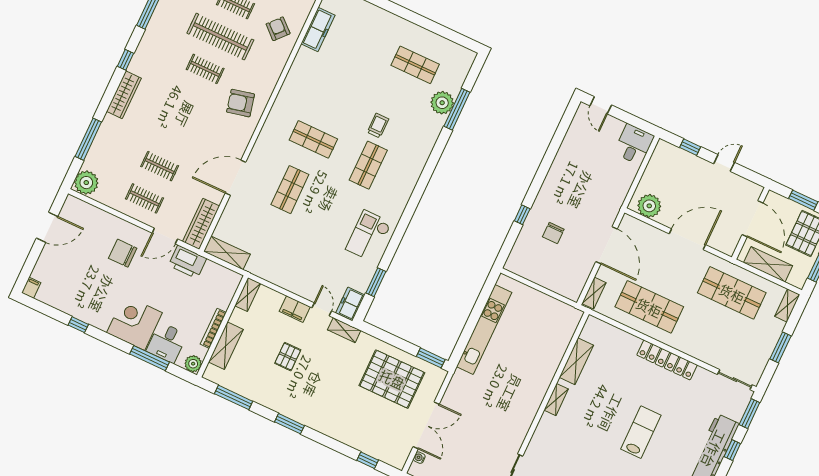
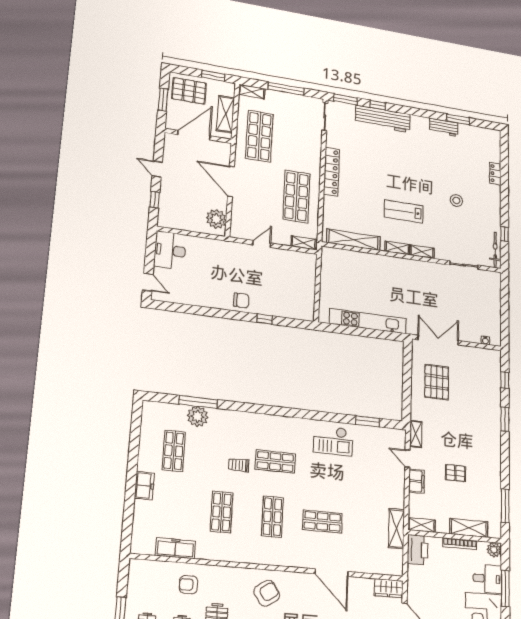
armchair: (278, 29) -> (188, 585), turned 48
shop shelf: (337, 89) -> (222, 512), added
armchair: (241, 103) -> (267, 593), turned -111
door: (601, 105) -> (148, 282), hinge flipped
desk: (634, 144) -> (170, 250), width x1.37
wardrobe: (201, 224) -> (389, 588), width x0.67
chair: (553, 233) -> (241, 300), moved
door: (606, 245) -> (262, 244), width x0.53
shelving: (227, 253) -> (396, 529), moved
printer: (187, 262) -> (418, 550), moved
freezer: (350, 304) -> (144, 486), moved, turned -90
door: (322, 309) -> (407, 459), hinge flipped
window: (780, 347) -> (286, 89), width x1.44
window: (431, 358) -> (408, 356), removed
shelving: (576, 361) -> (353, 240), width x1.47
pallet: (392, 379) -> (437, 382), width x0.73, depth x0.71
window: (290, 424) -> (505, 419), moved
double door: (426, 425) -> (438, 340), moved
shelving: (543, 427) -> (422, 252), added
lab bench: (641, 432) -> (404, 211), moved

